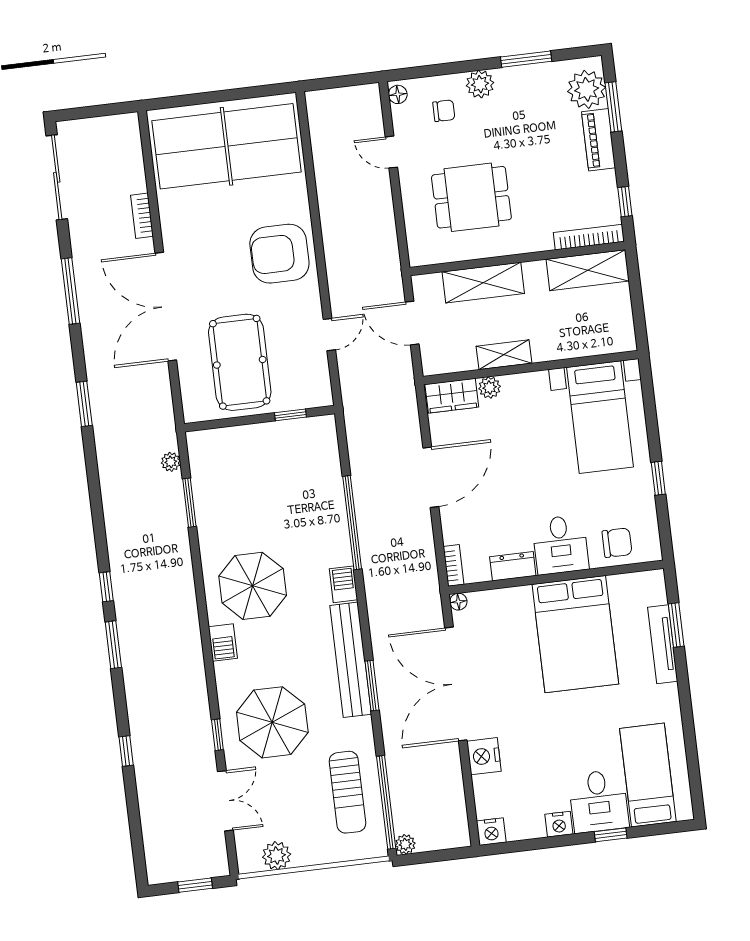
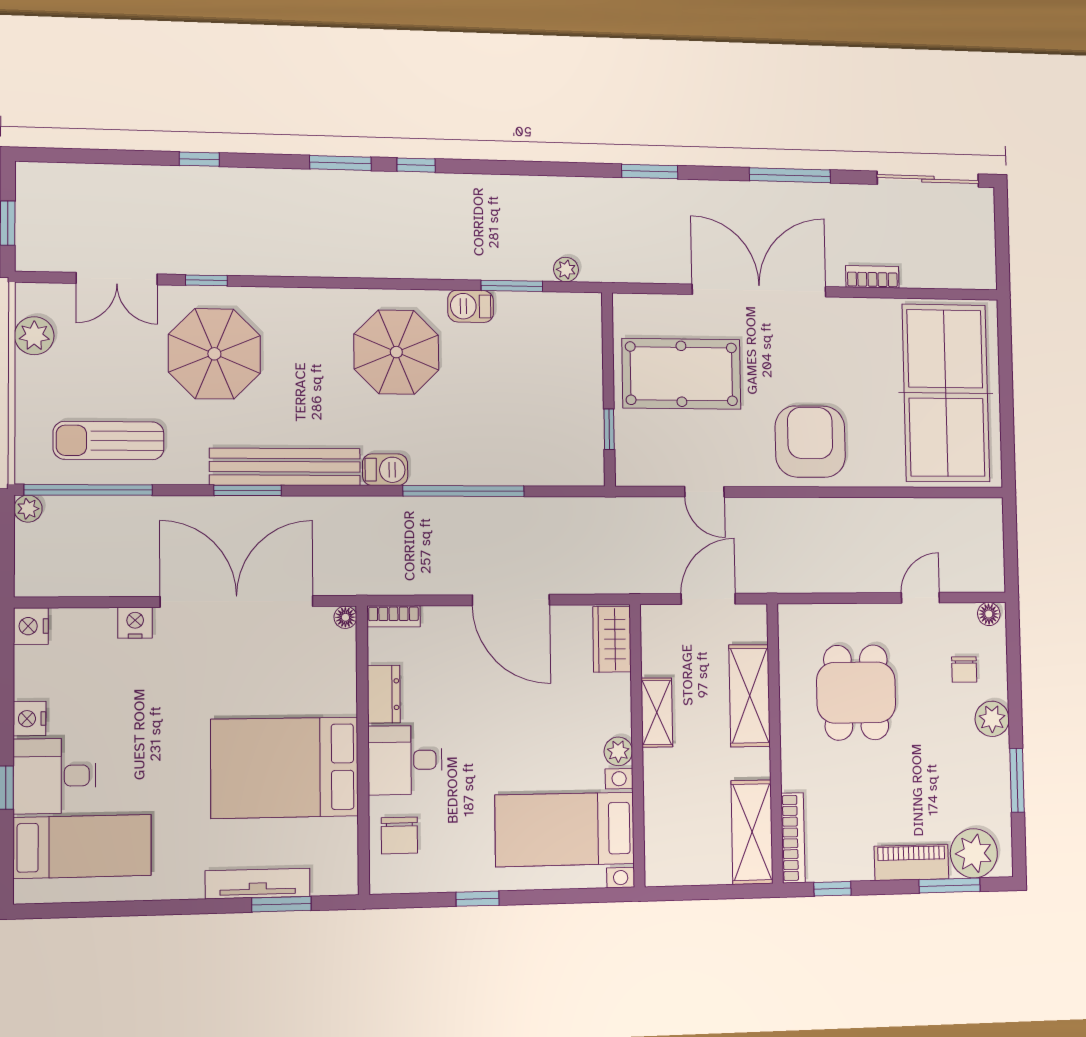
plant: (490, 388) -> (618, 751), moved
barbecue: (223, 643) -> (471, 306), moved
nightstand: (484, 756) -> (135, 623), width x0.74, depth x0.75

